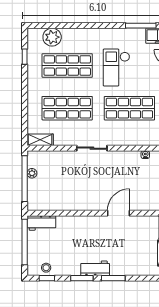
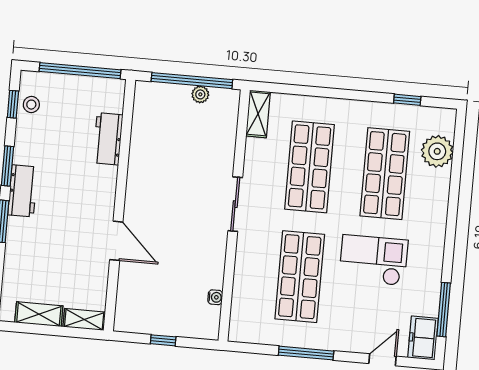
workbench: (41, 223) -> (108, 139), moved

